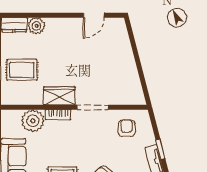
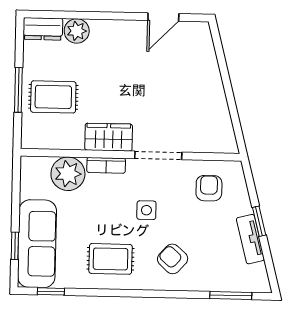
side table: (86, 144) -> (146, 210), added

